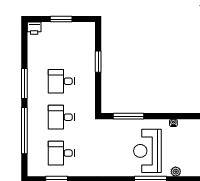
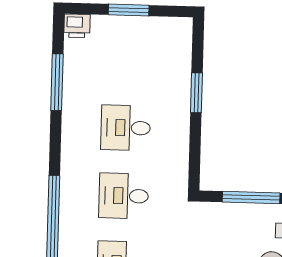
window: (24, 84) -> (57, 82), moved

